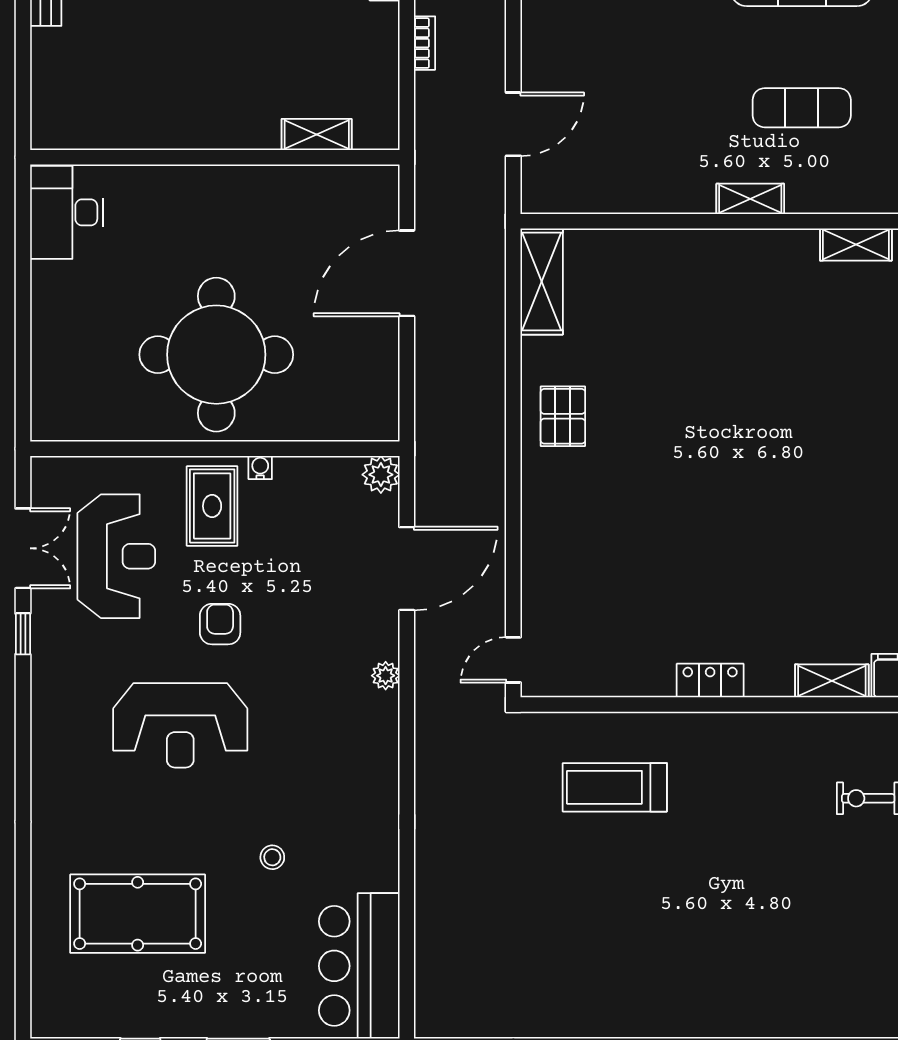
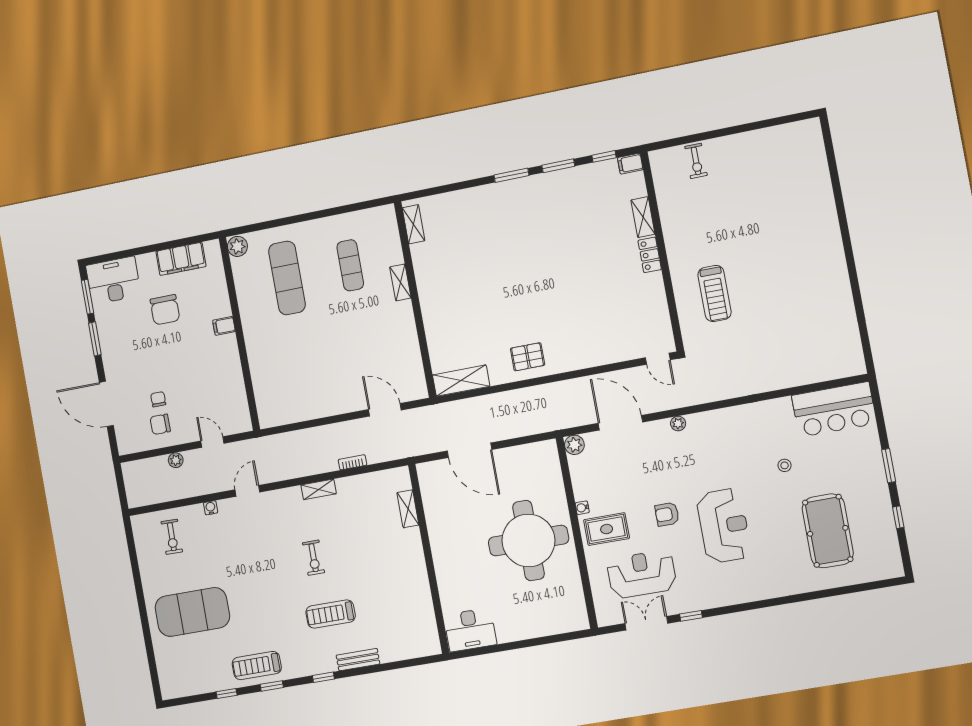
shelving: (832, 681) -> (643, 217), moved

